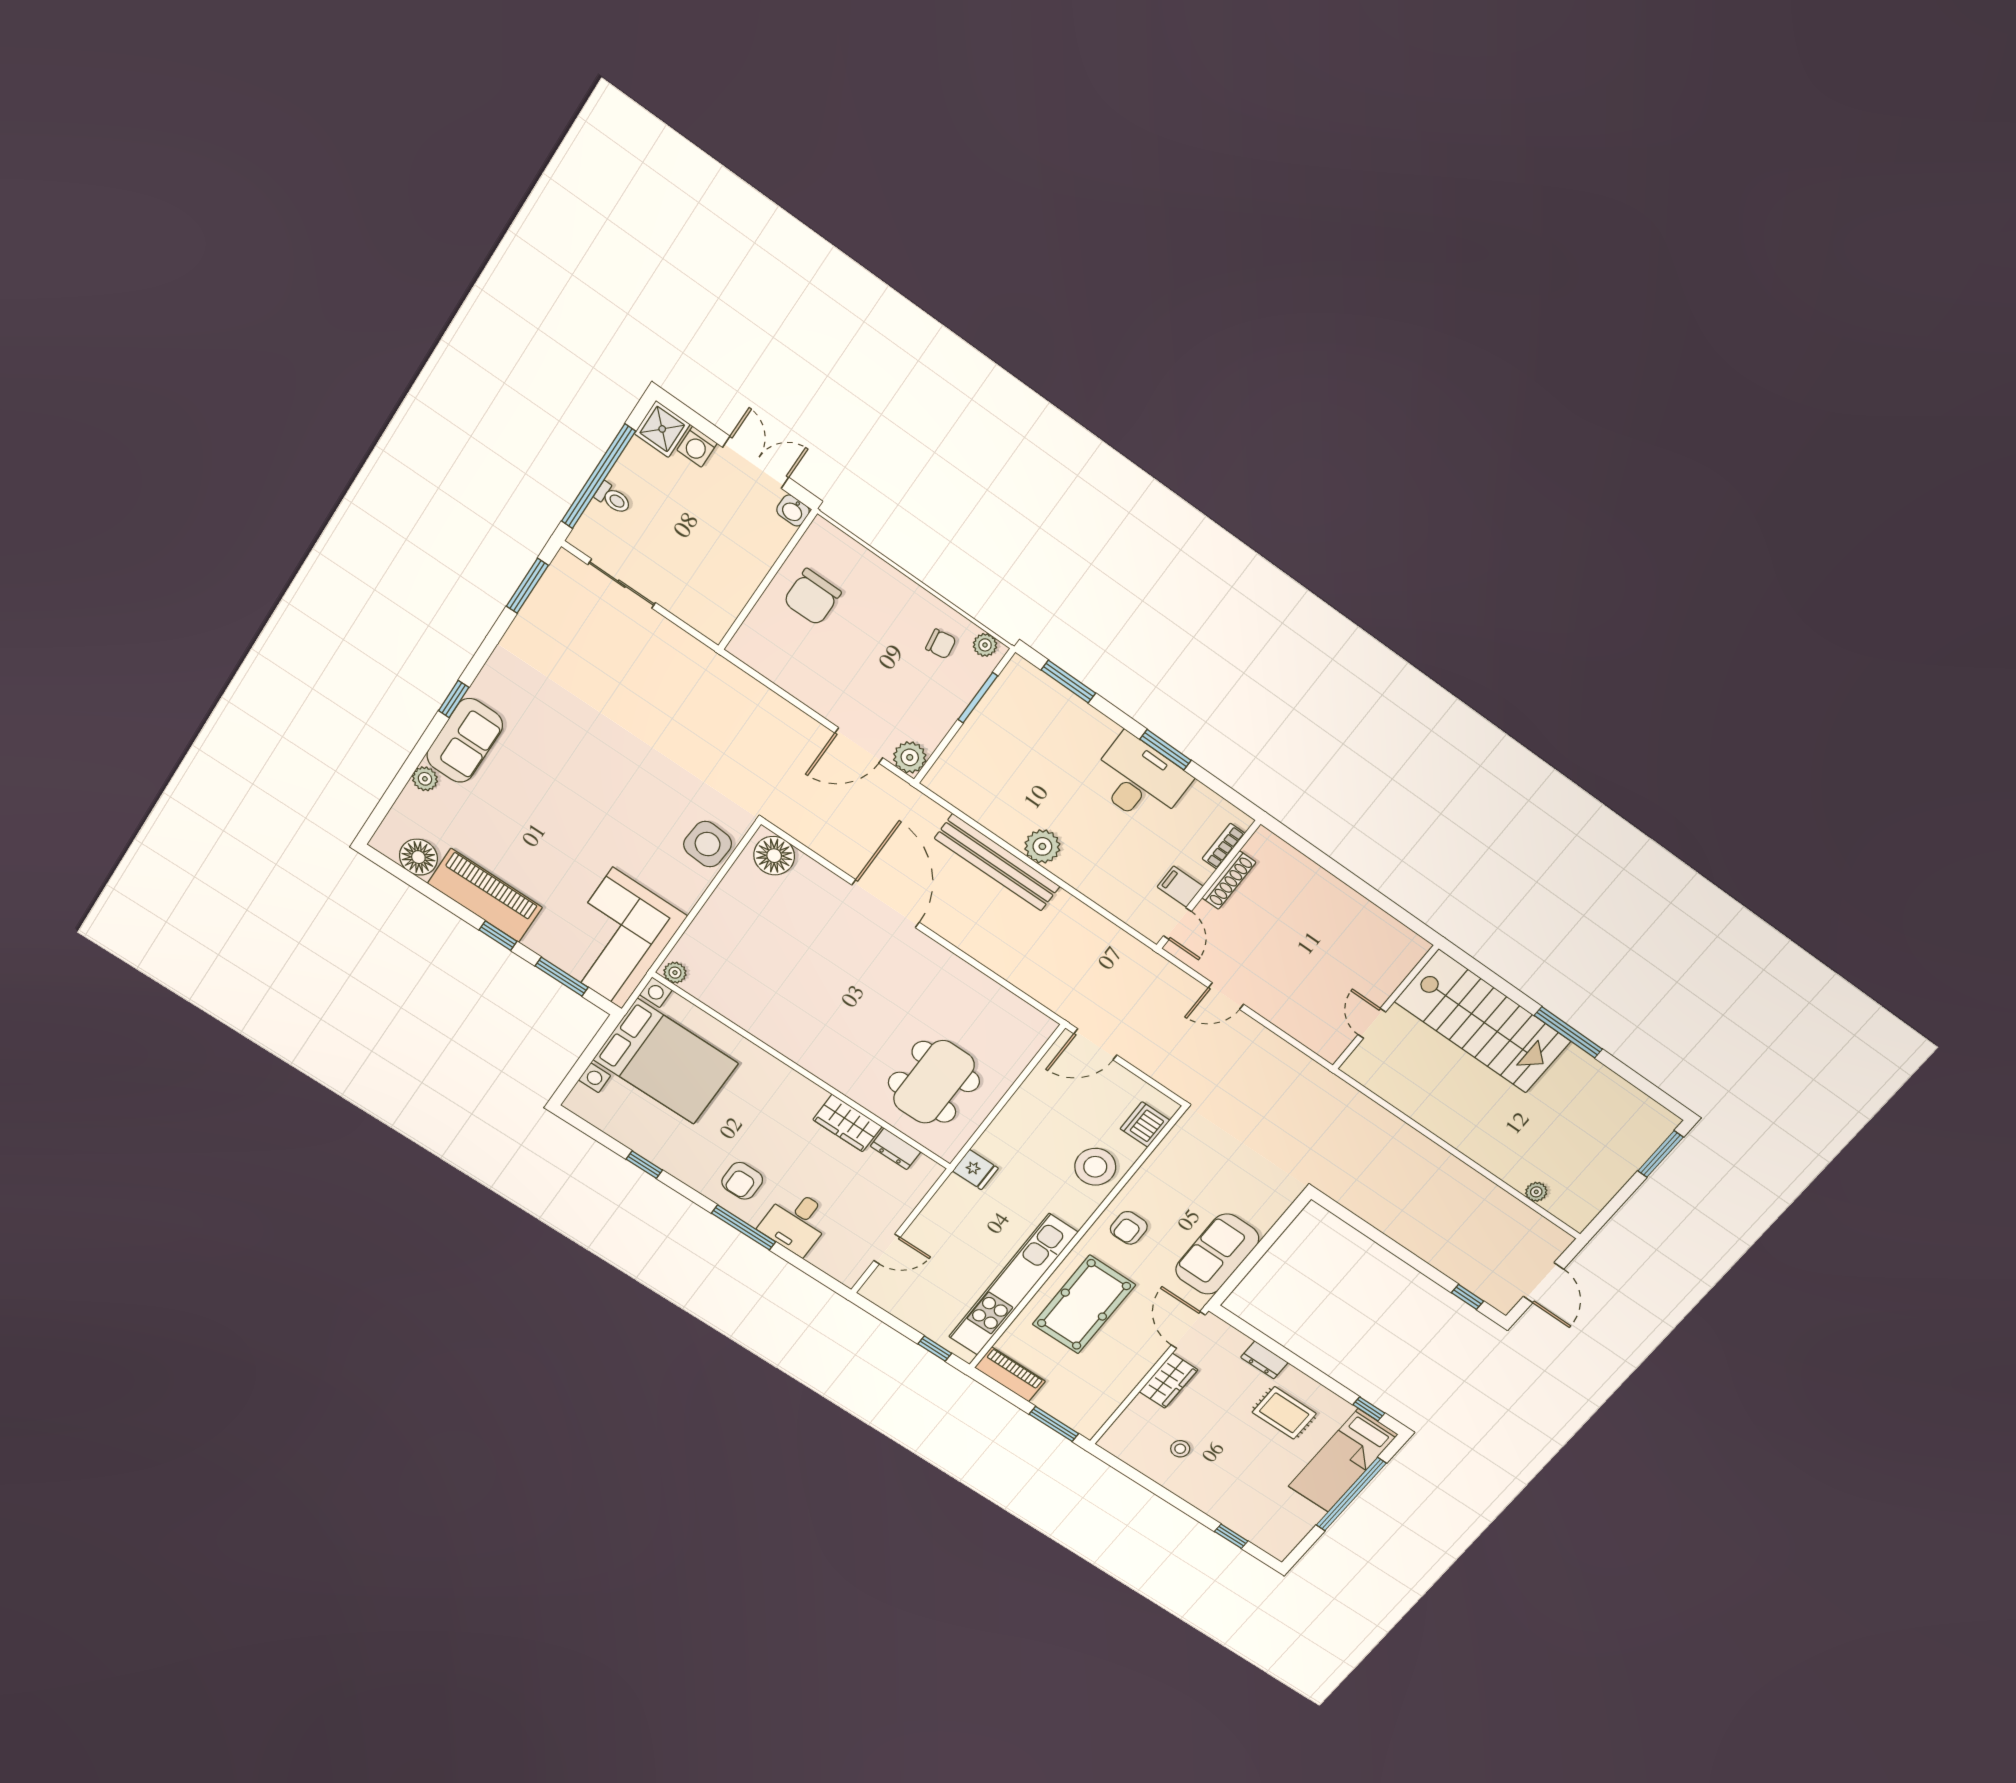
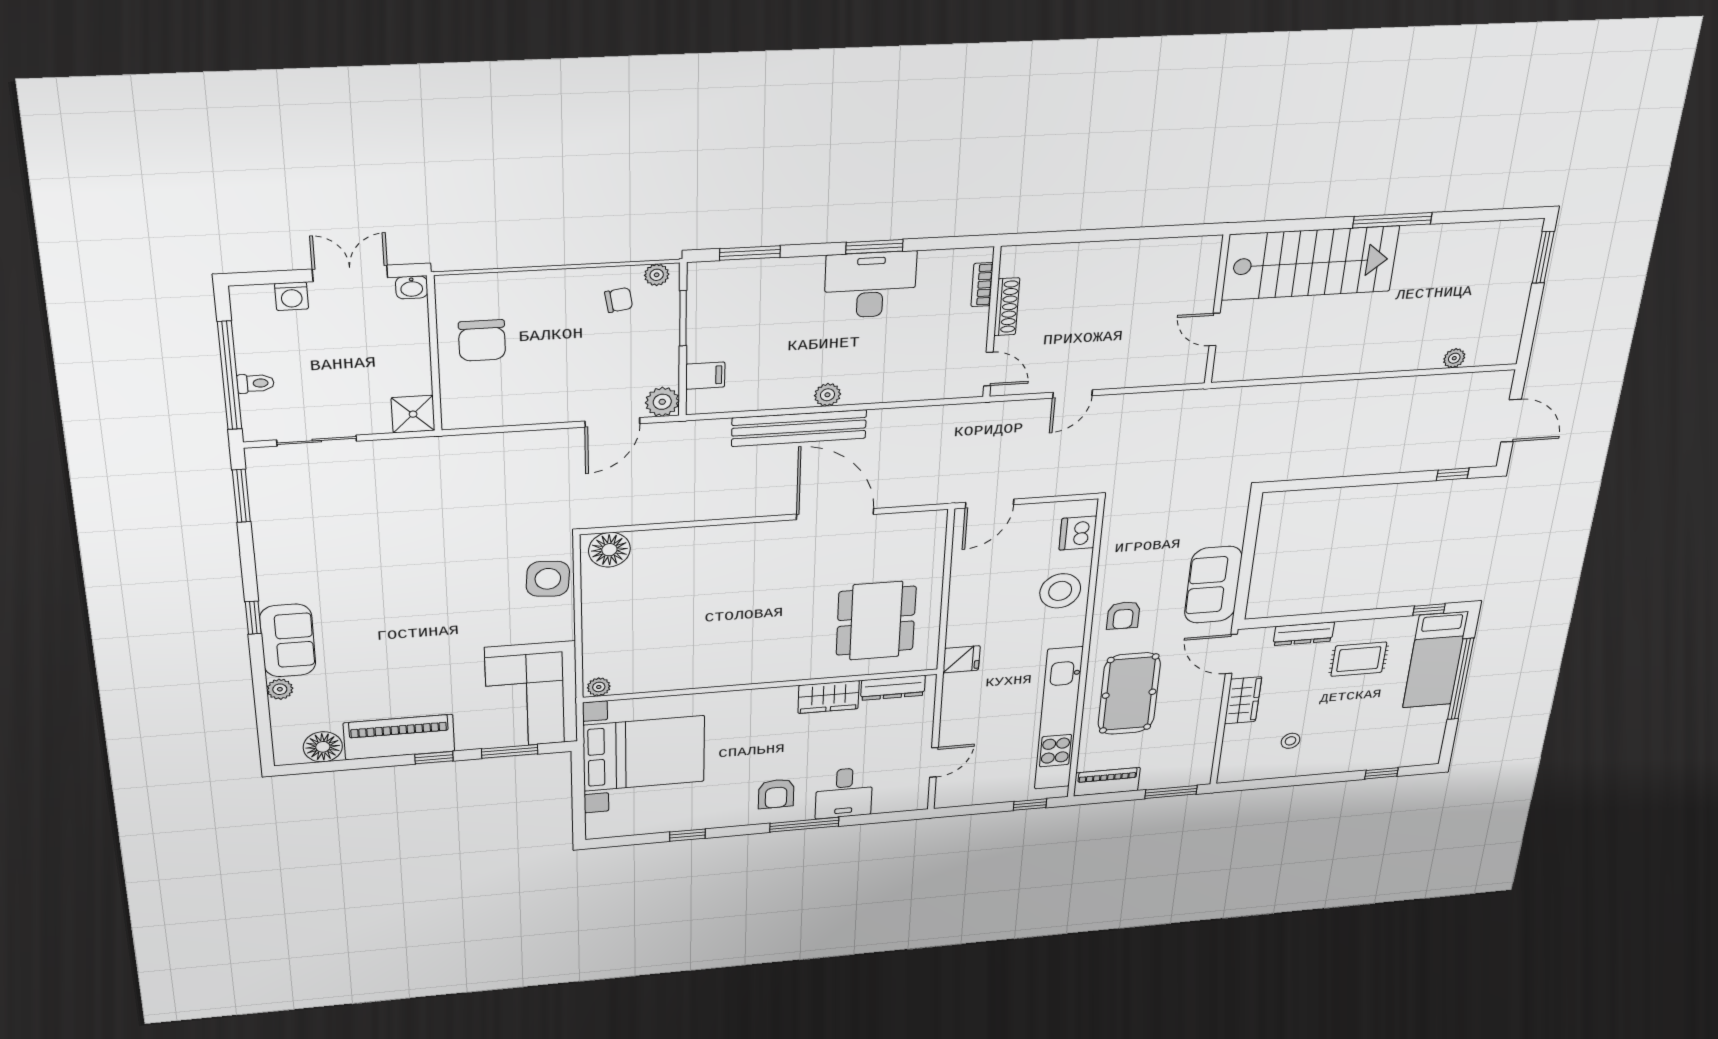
shower: (662, 429) -> (413, 414), moved
plant: (1042, 846) -> (827, 395), width x0.73, depth x0.73
filing cabinet: (1180, 887) -> (705, 376), moved, turned 180
door: (886, 904) -> (835, 514), moved
dresser: (896, 1149) -> (893, 688), width x1.44
dresser: (1264, 1360) -> (1304, 634), width x1.44

